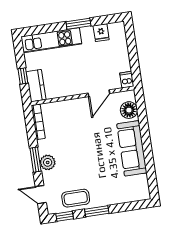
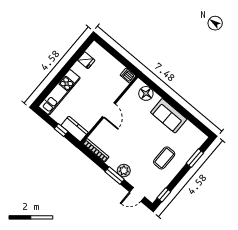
window: (78, 24) -> (67, 67), removed
door: (99, 93) -> (109, 110), moved
sofa: (132, 148) -> (169, 116), width x0.73
coffee table: (76, 198) -> (164, 158), moved
window: (97, 211) -> (195, 158), moved

